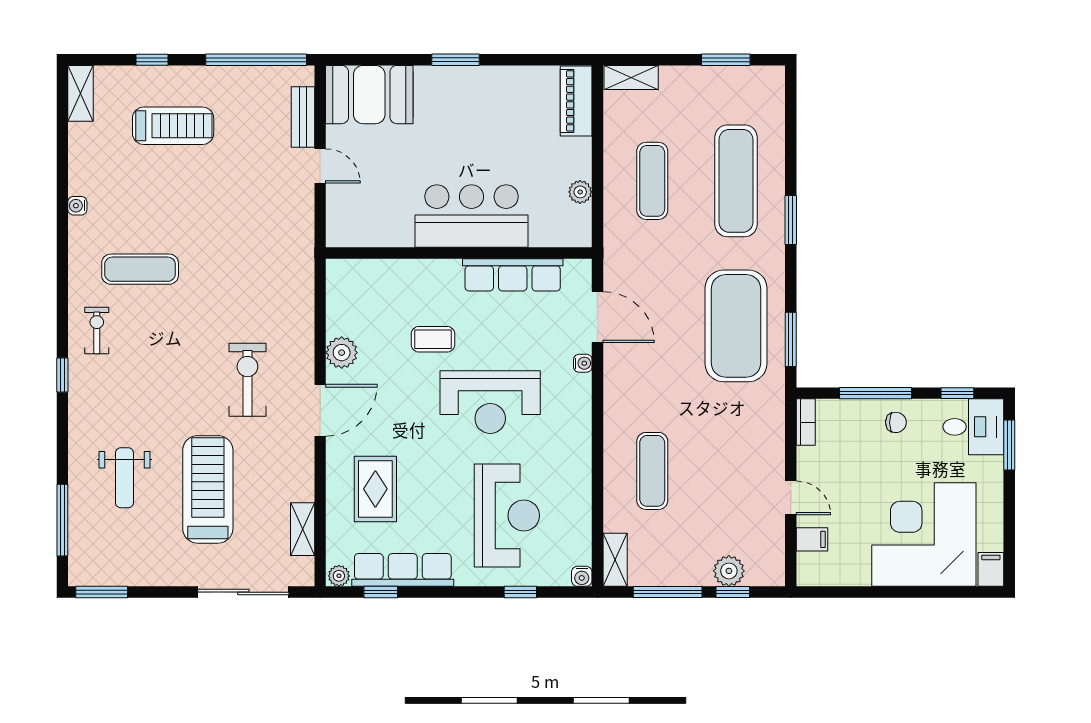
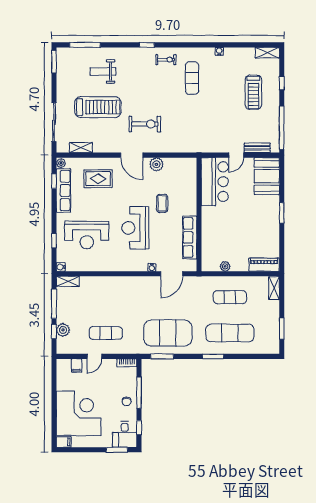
bar counter: (472, 216) -> (215, 182), moved
exercise mat: (652, 471) -> (106, 333), moved

